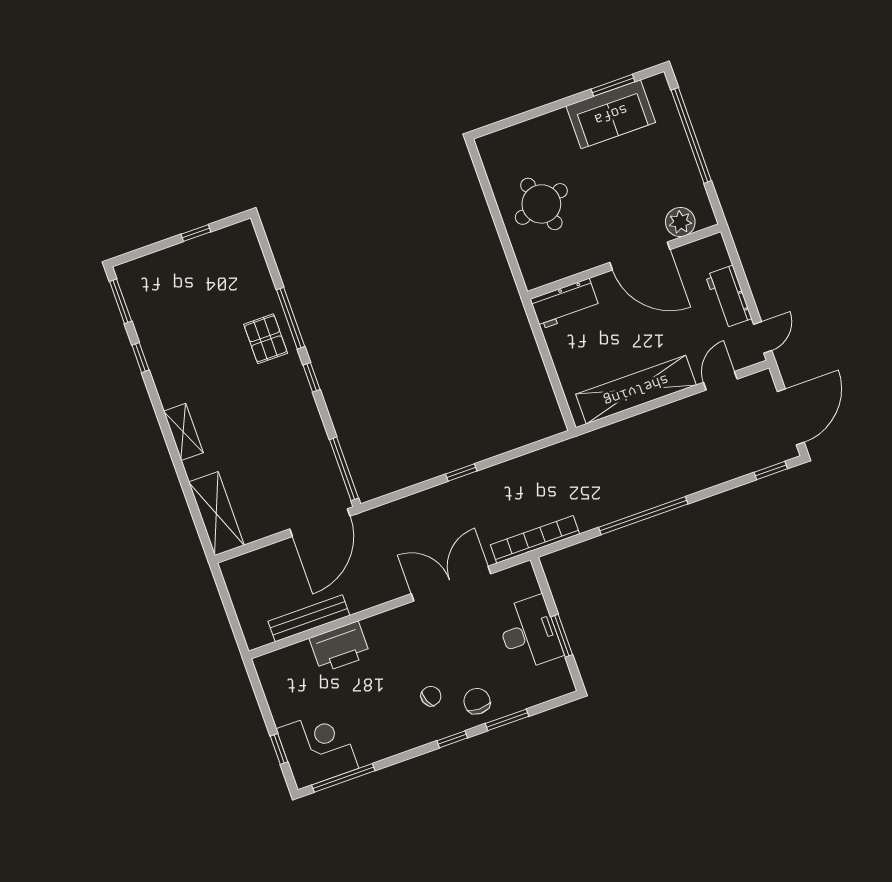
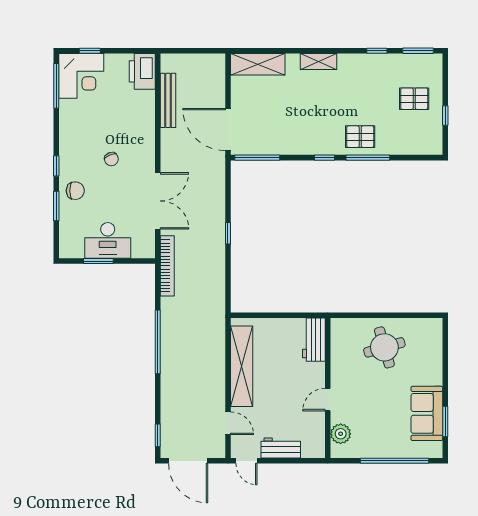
door: (640, 256) -> (328, 400), width x0.53
pallet: (188, 283) -> (414, 99), added
printer: (340, 647) -> (142, 71), moved
chair: (431, 696) -> (111, 159), moved

